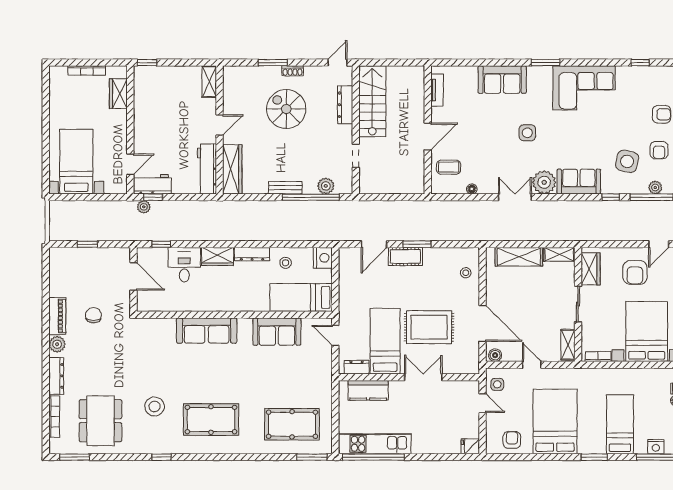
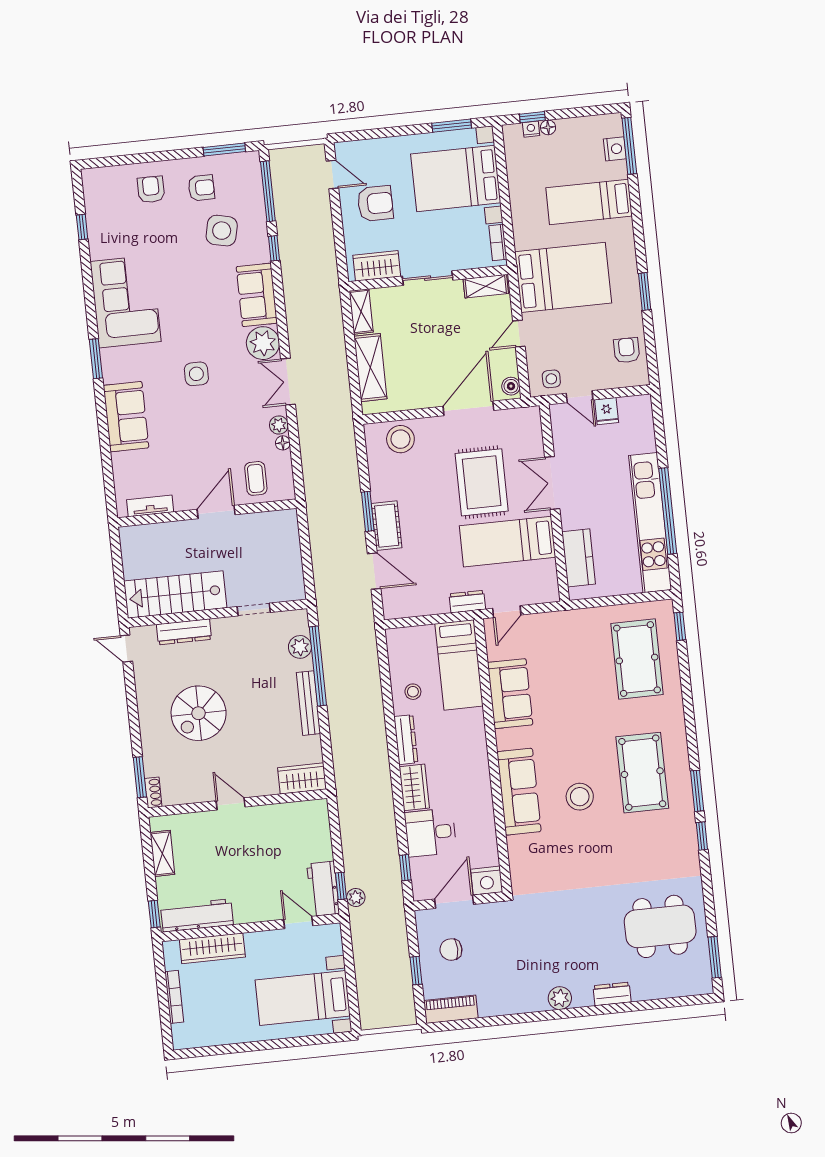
window: (273, 63) -> (140, 777), moved
shoe rack: (293, 71) -> (153, 793), moved
shelving: (209, 82) -> (162, 853), moved, turned 90
wardrobe: (118, 94) -> (212, 948), width x1.50
door: (428, 136) -> (216, 512), hinge flipped
workbench: (207, 169) -> (197, 915), moved, turned 180
wardrobe: (232, 169) -> (302, 778), width x0.67
plant: (655, 187) -> (279, 425), moved
bench: (285, 188) -> (308, 703), width x1.36
nightstand: (323, 258) -> (487, 881), moved, turned 180
stool: (466, 273) -> (400, 439), width x1.89, depth x1.89
chair: (93, 315) -> (451, 950), moved
piano: (57, 316) -> (451, 1009), moved
dresser: (357, 367) -> (467, 602), moved, turned 90
dresser: (56, 376) -> (612, 994), width x0.70
door: (483, 403) -> (580, 397), swing flipped
stool: (155, 406) -> (580, 797), moved
bookcase: (54, 417) -> (661, 992), removed
bed: (555, 422) -> (563, 277), moved, turned 180
armchair: (512, 440) -> (627, 350), turned 90
kitchen unit: (375, 444) -> (650, 523), width x1.36
fridge: (470, 446) -> (607, 411), moved
window: (194, 457) -> (697, 791), added
window: (312, 457) -> (680, 626), width x0.67
window: (373, 457) -> (668, 511), moved
window: (594, 457) -> (645, 291), moved

